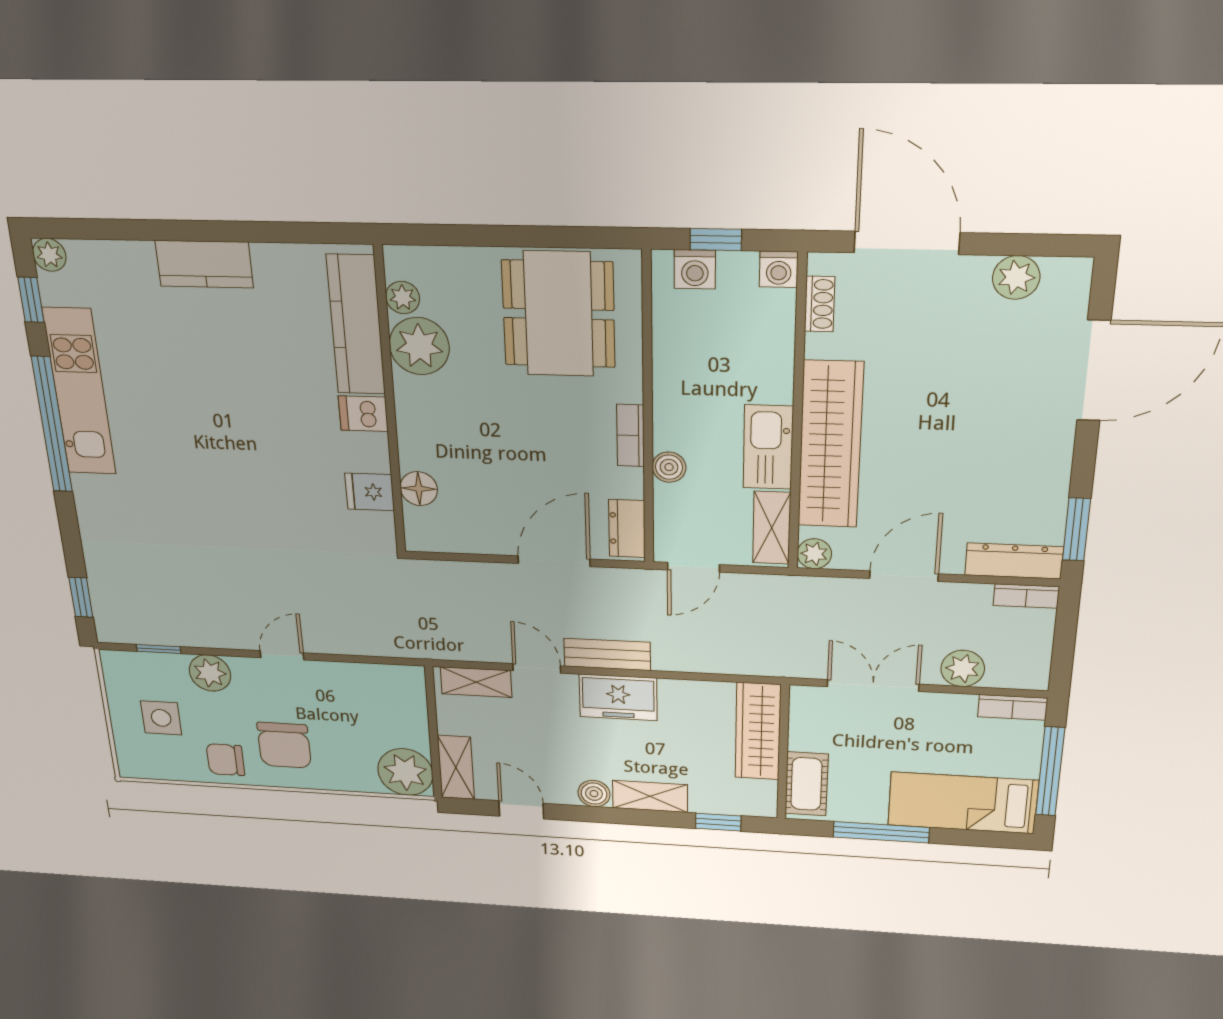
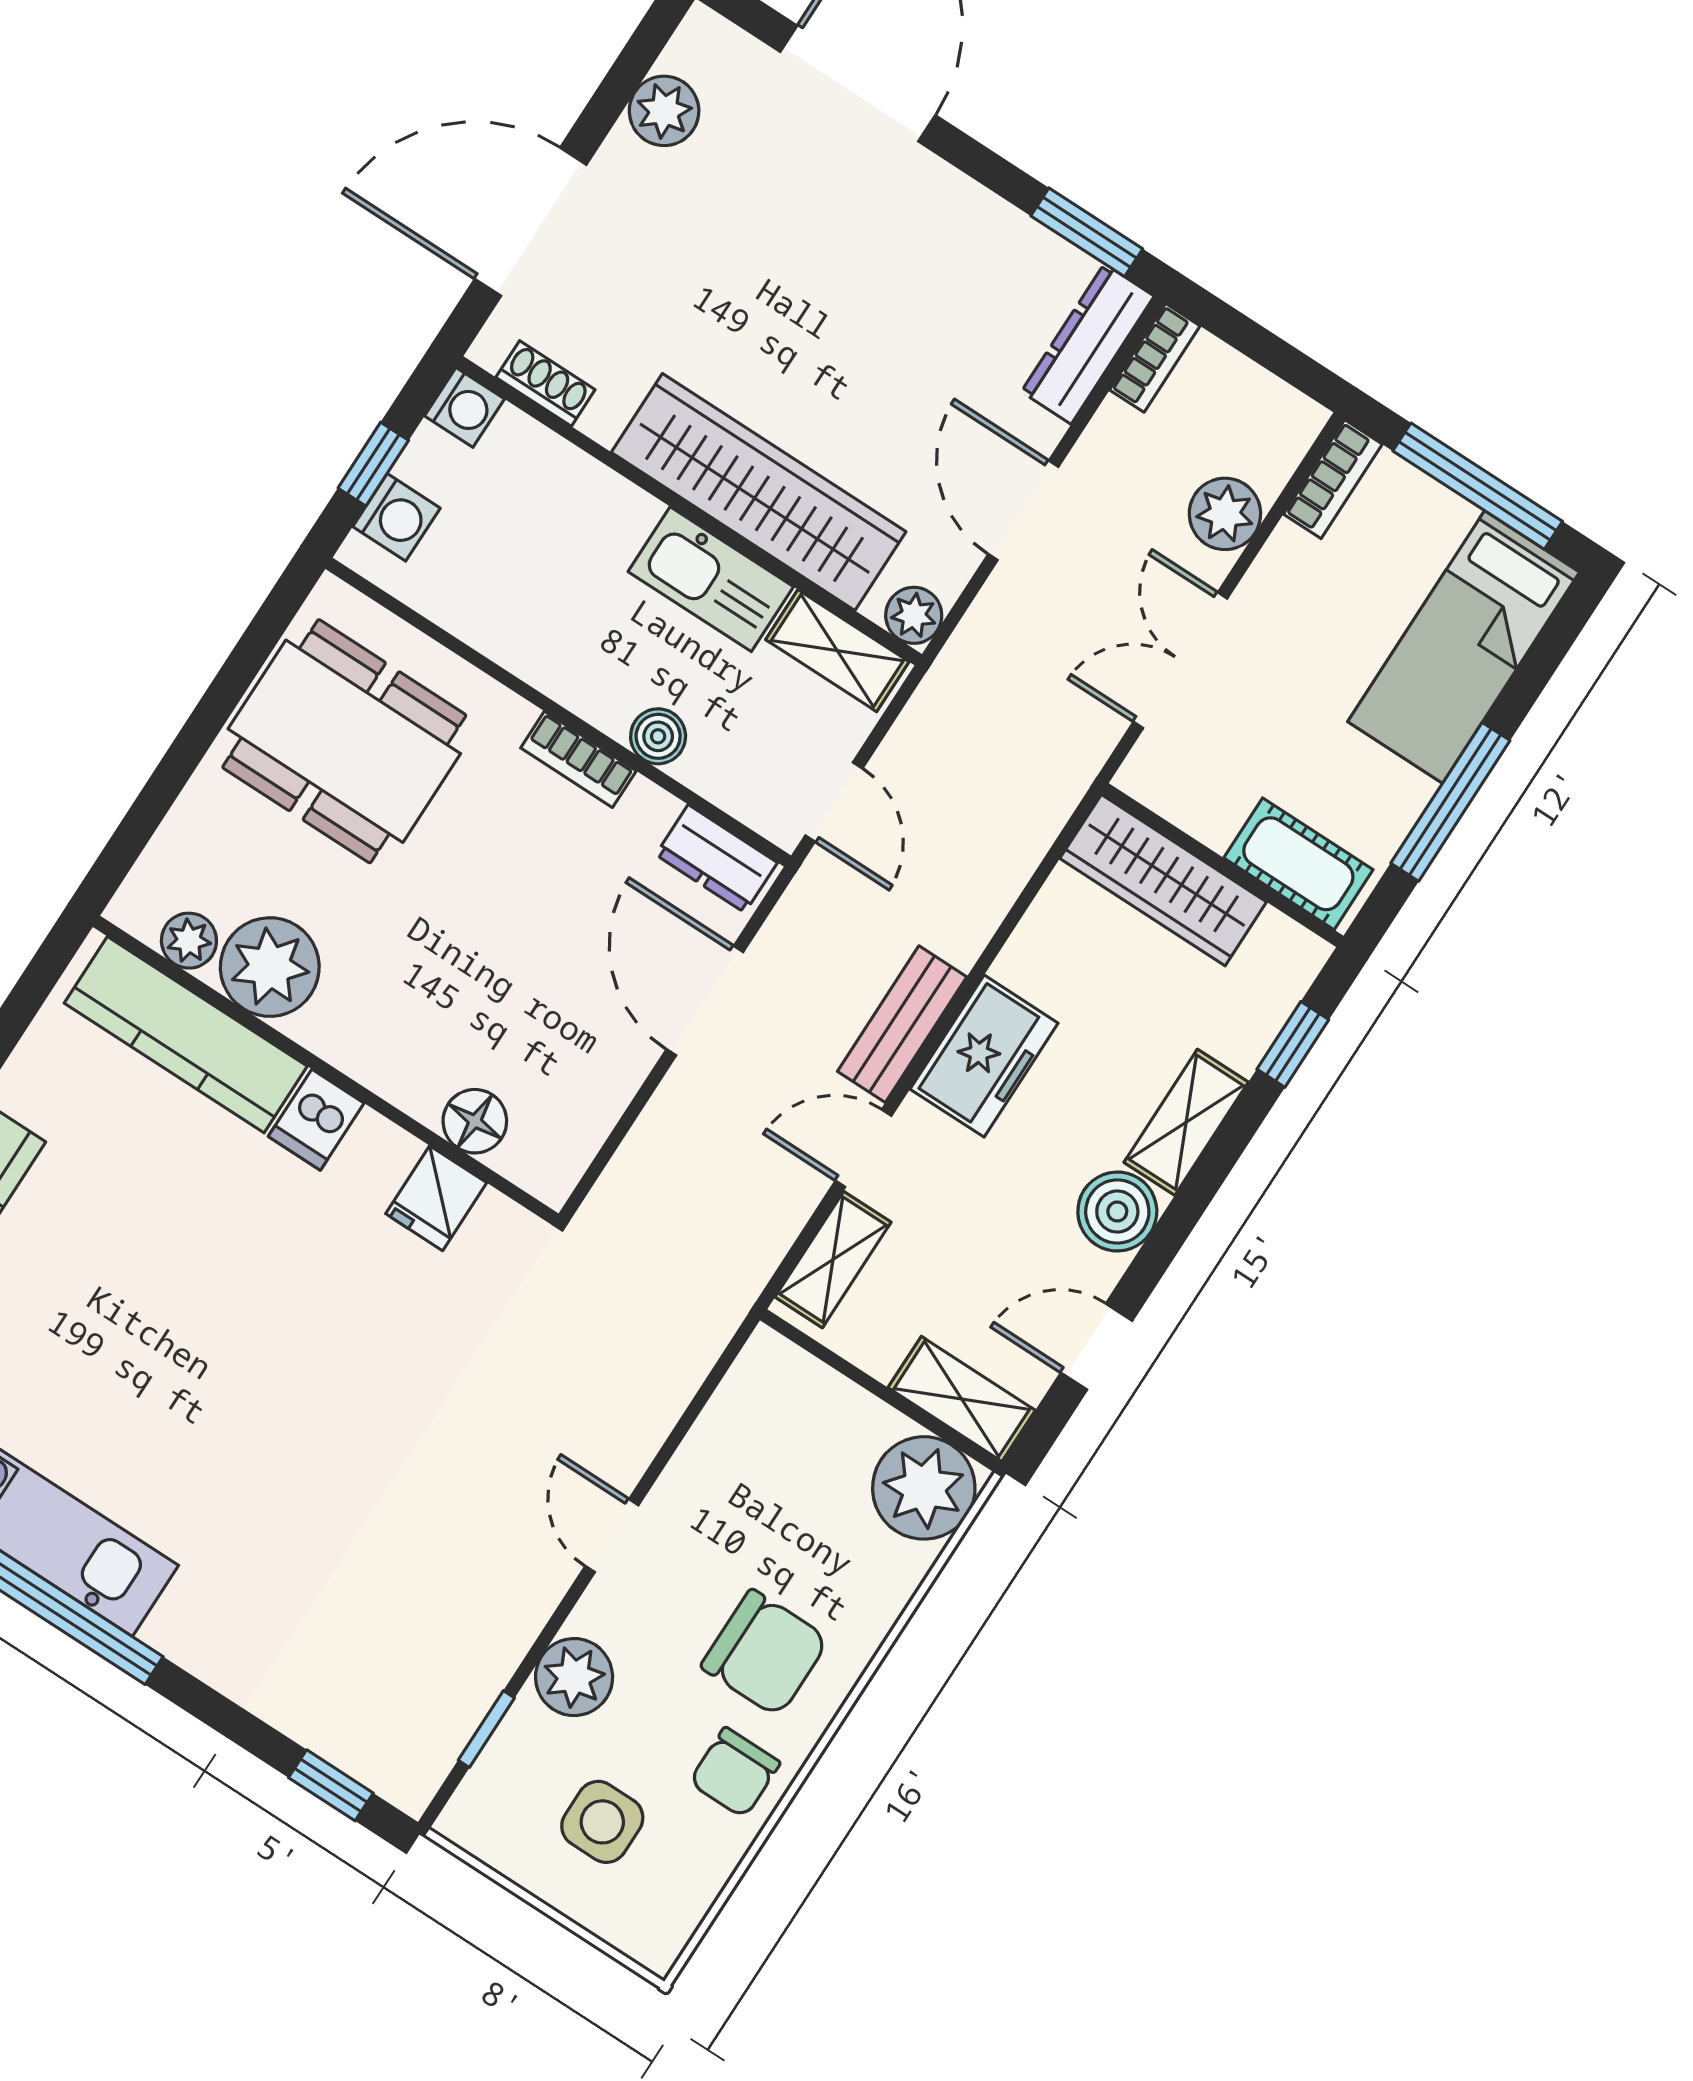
boiler: (594, 794) -> (1117, 1211), width x1.36, depth x1.36

